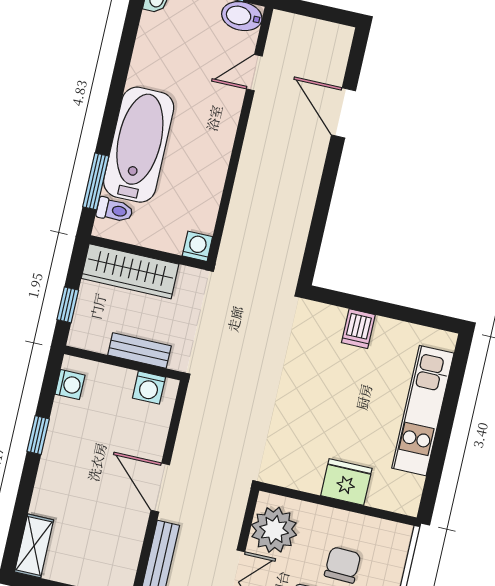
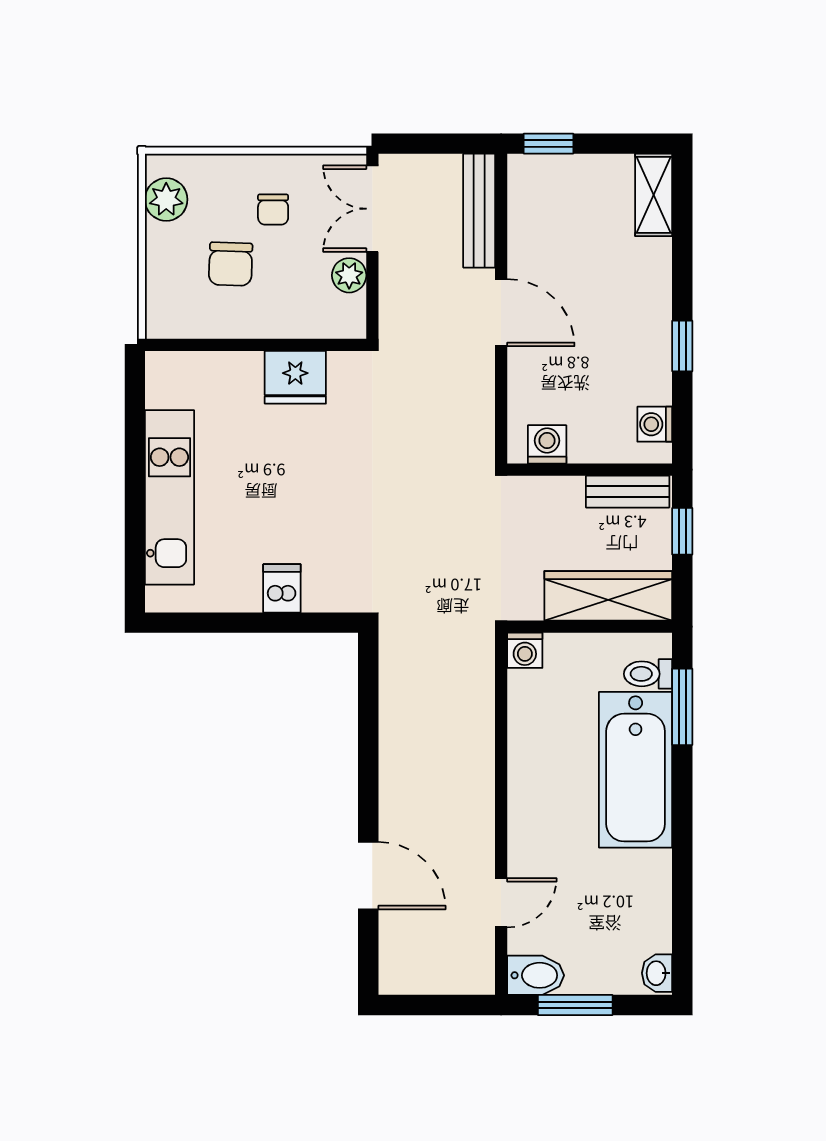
bench: (139, 350) -> (628, 492), moved
fridge: (346, 482) -> (295, 377), moved
plant: (274, 530) -> (349, 275), width x0.53, depth x0.53

